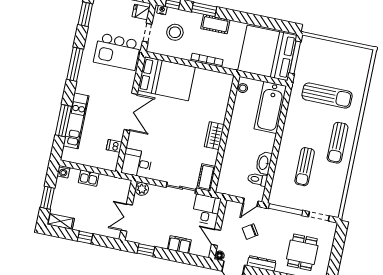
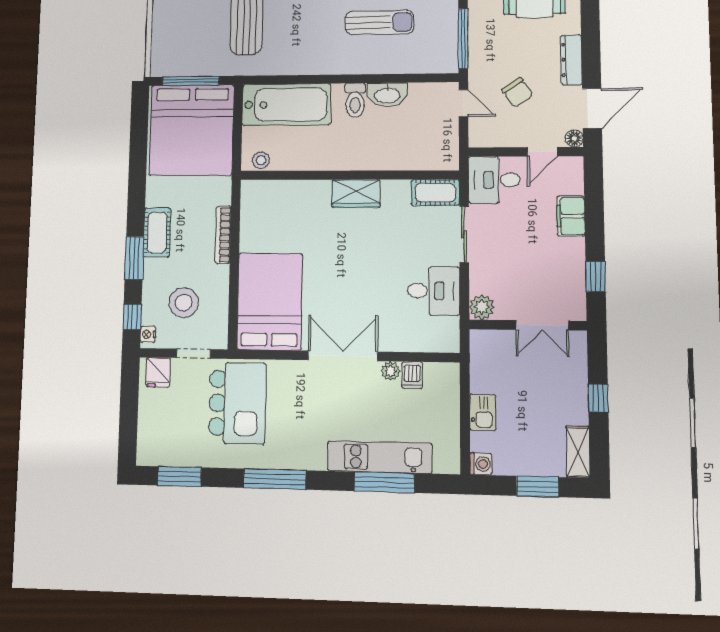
plant: (118, 135) -> (391, 371), added
desk: (137, 163) -> (433, 291), moved, turned -90
toilet: (257, 179) -> (355, 100), moved

